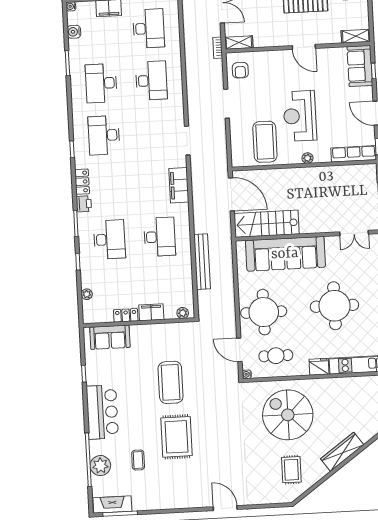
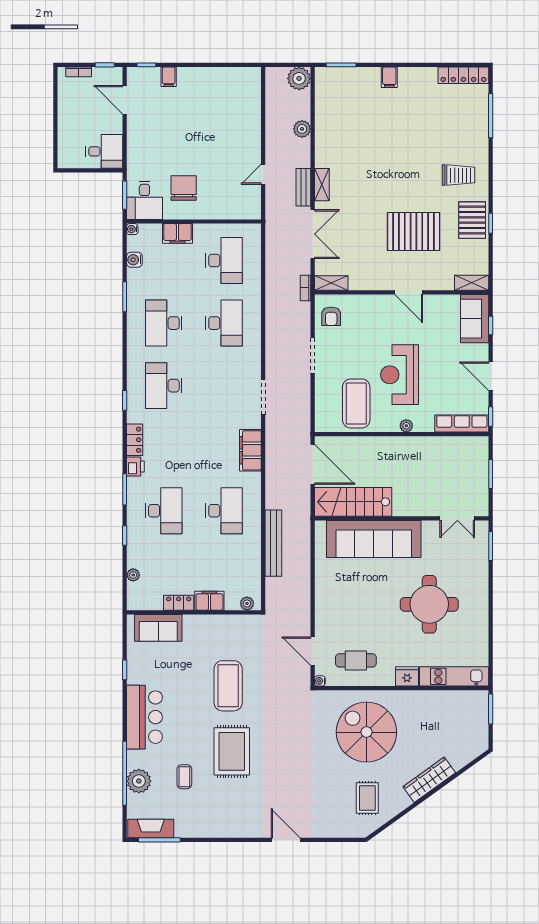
round table: (264, 312) -> (344, 607), removed

